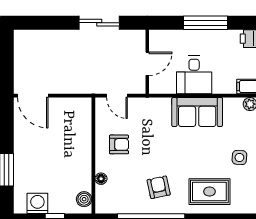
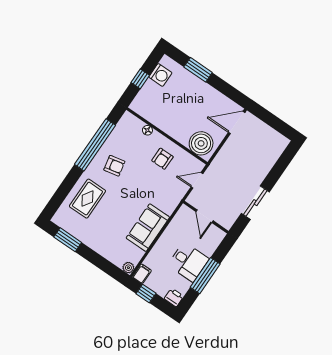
desk: (194, 75) -> (188, 262), moved, turned 180
side table: (239, 157) -> (97, 235), removed
boiler: (84, 199) -> (201, 143), moved, width x1.86, depth x1.86

